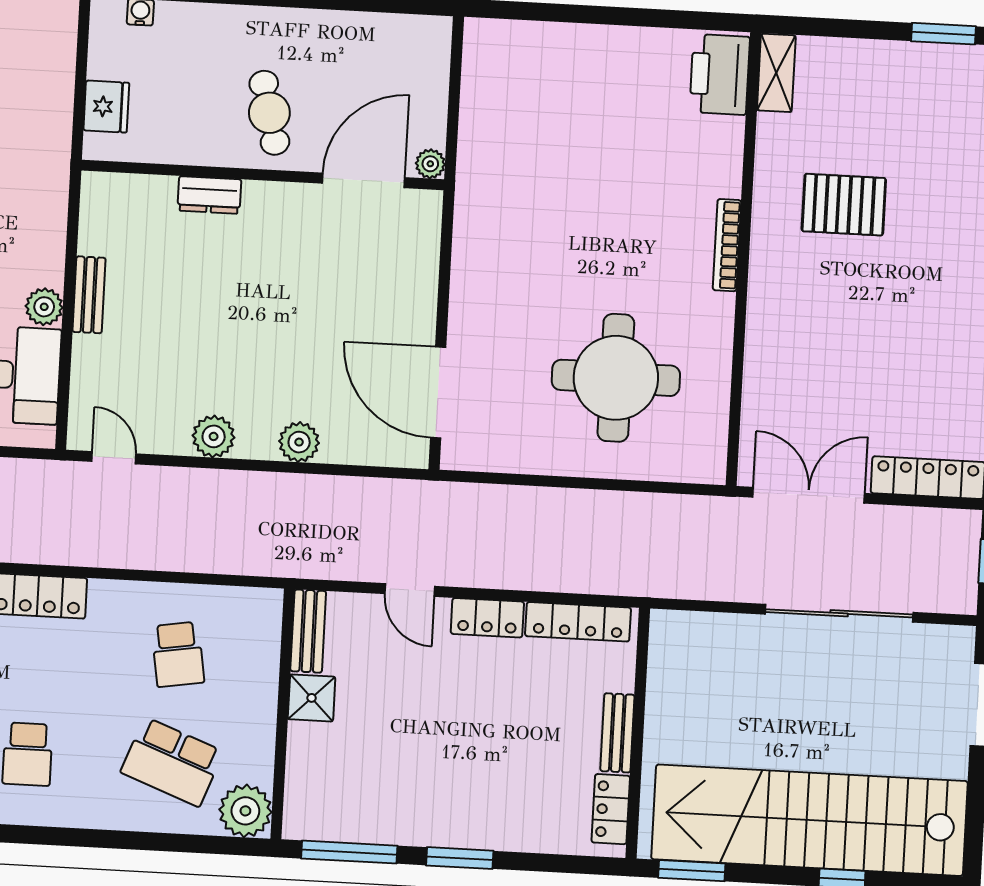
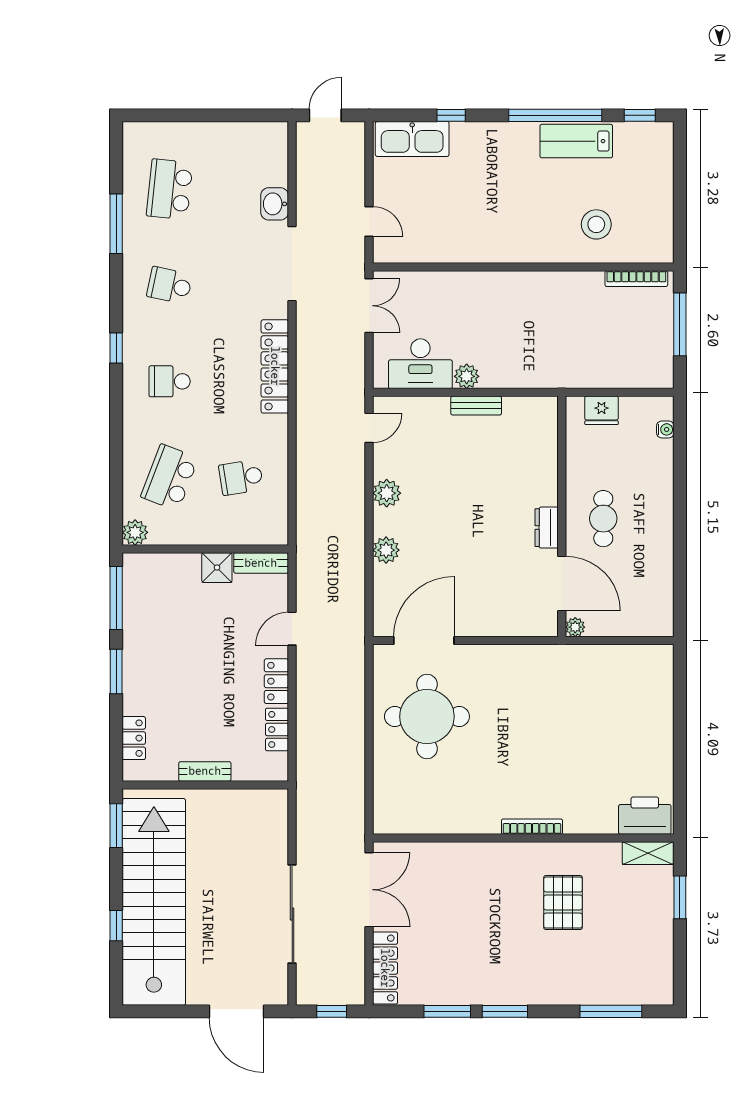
window: (944, 34) -> (680, 897), moved
cafe table: (269, 113) -> (603, 519), turned -76
dresser: (209, 195) -> (547, 528), moved
round table: (616, 378) -> (427, 717), moved
locker: (578, 622) -> (277, 729), width x0.66
locker: (611, 809) -> (134, 738), moved, turned 90
plant: (245, 811) -> (135, 532), width x0.73, depth x0.73

